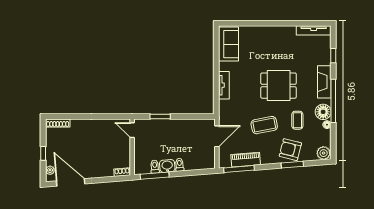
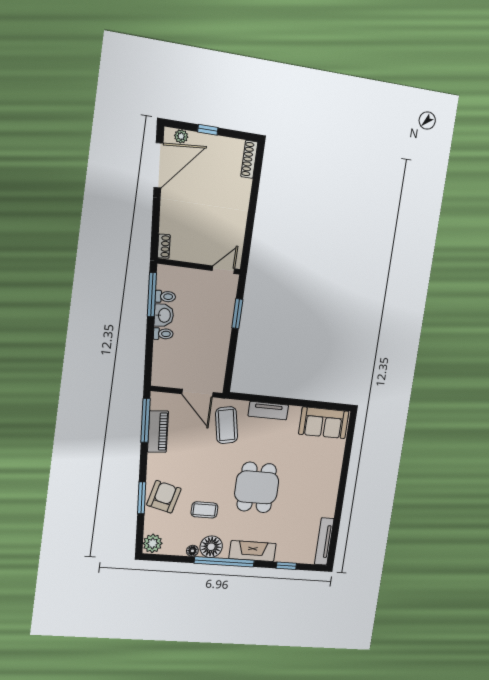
coffee table: (264, 125) -> (227, 425), moved

